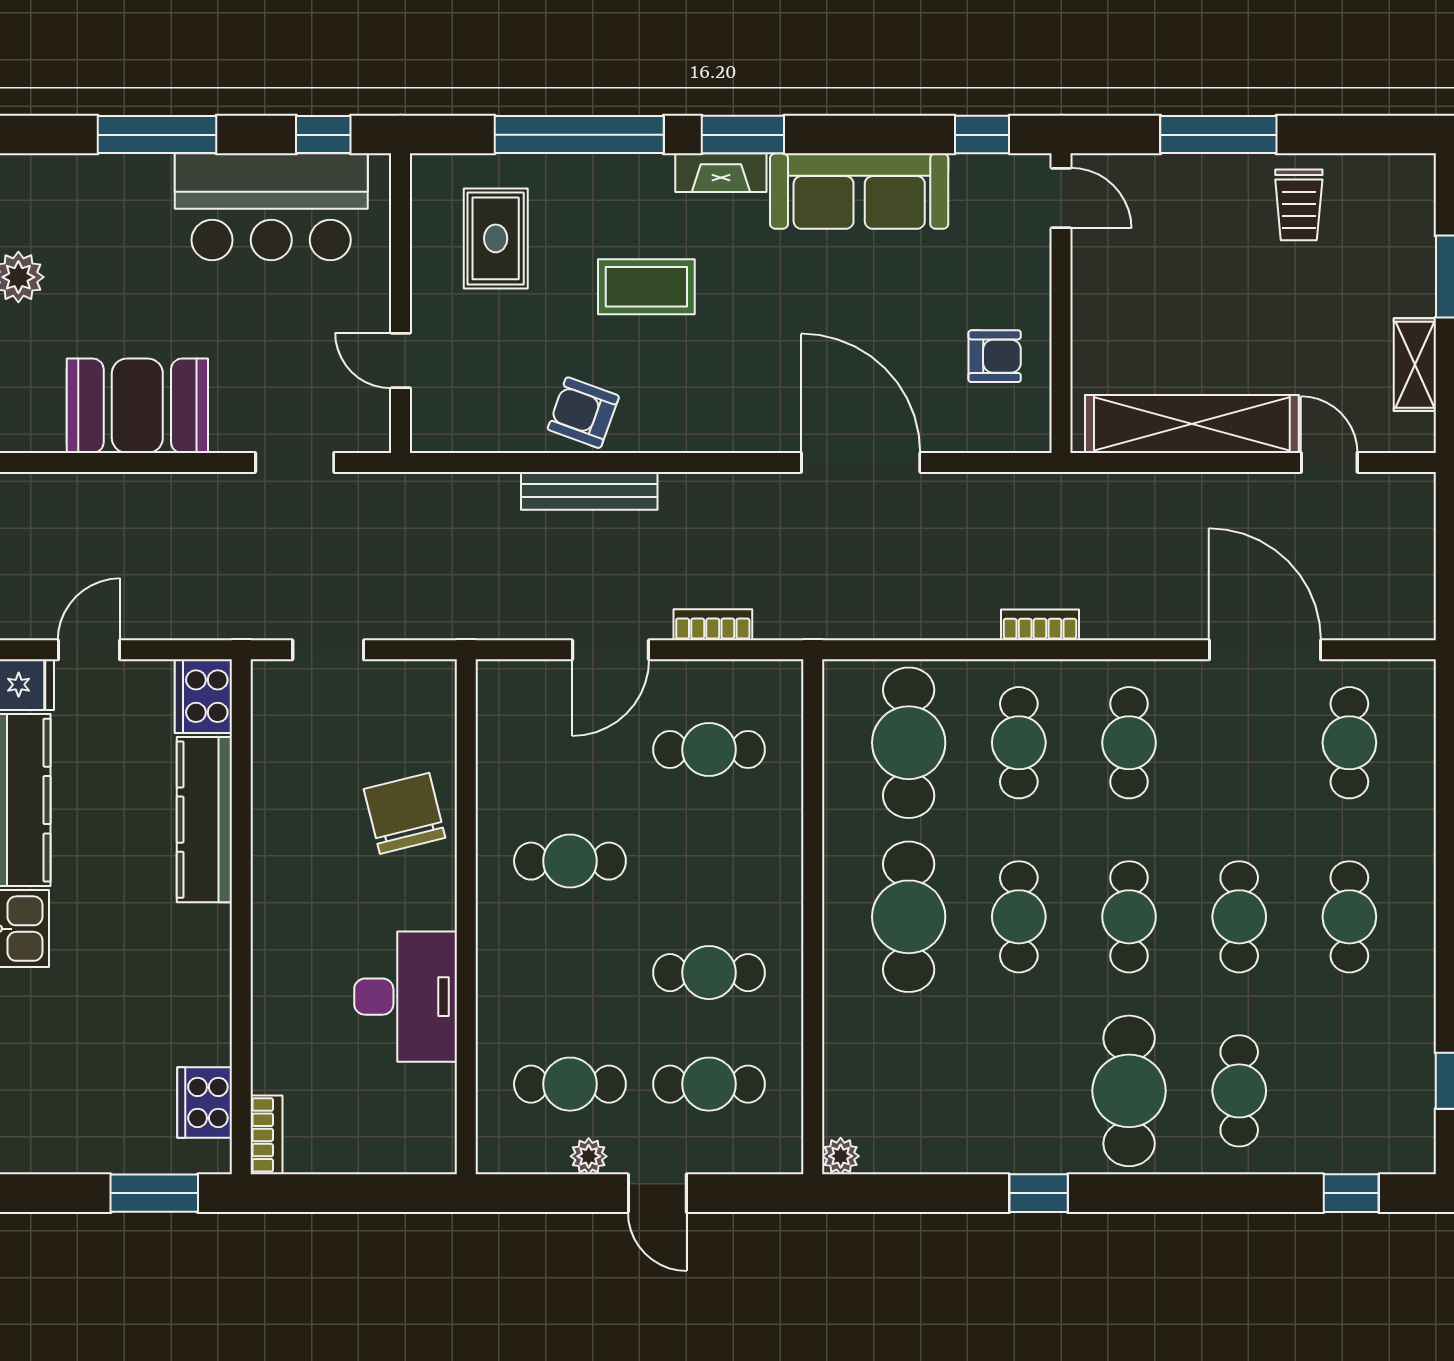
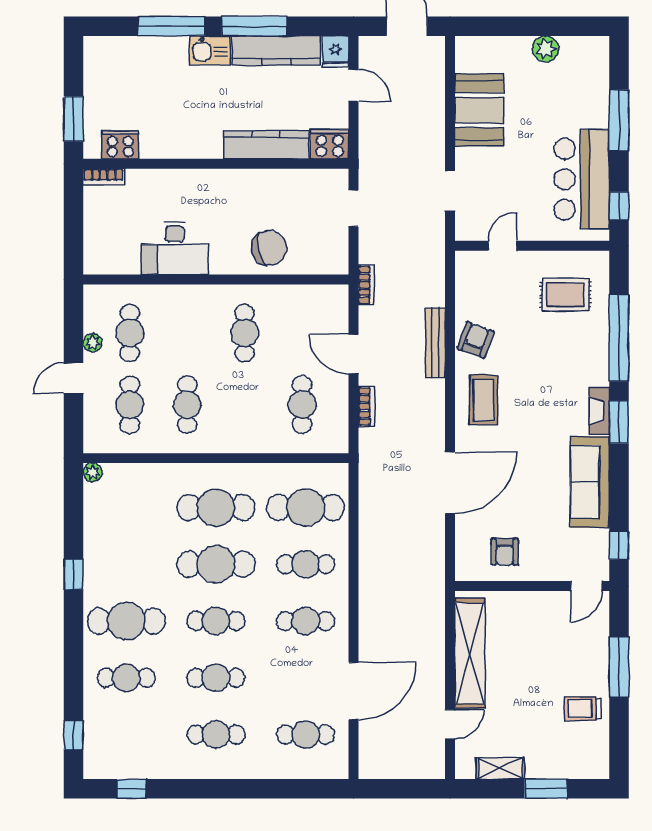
coffee table: (646, 287) -> (484, 400), moved
bookcase: (1040, 625) -> (366, 285), moved
cafe table: (1019, 917) -> (216, 564), width x1.37, depth x1.35

